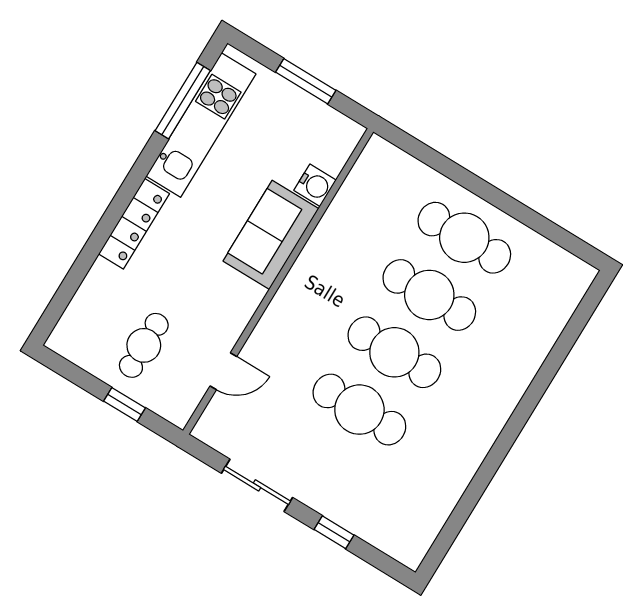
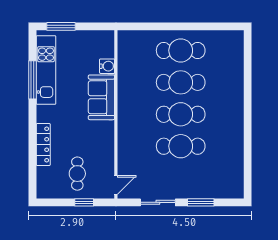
window: (306, 81) -> (61, 26), moved
window: (183, 101) -> (33, 80), moved
locker: (134, 224) -> (43, 145), moved
door: (223, 371) -> (116, 185), moved
window: (334, 532) -> (201, 202), width x1.50

